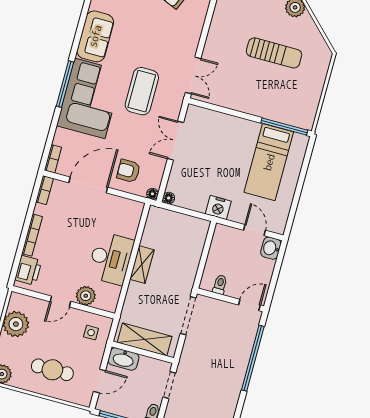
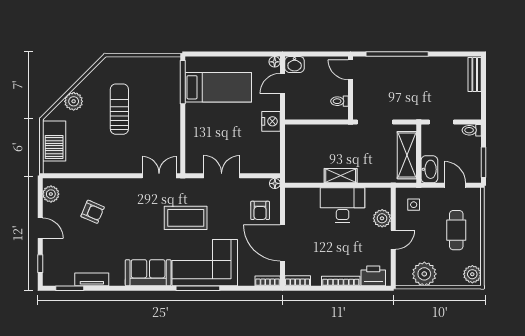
double door: (175, 141) -> (222, 176), swing flipped
floor lamp: (169, 198) -> (275, 62), moved
door: (60, 301) -> (393, 240), hinge flipped

